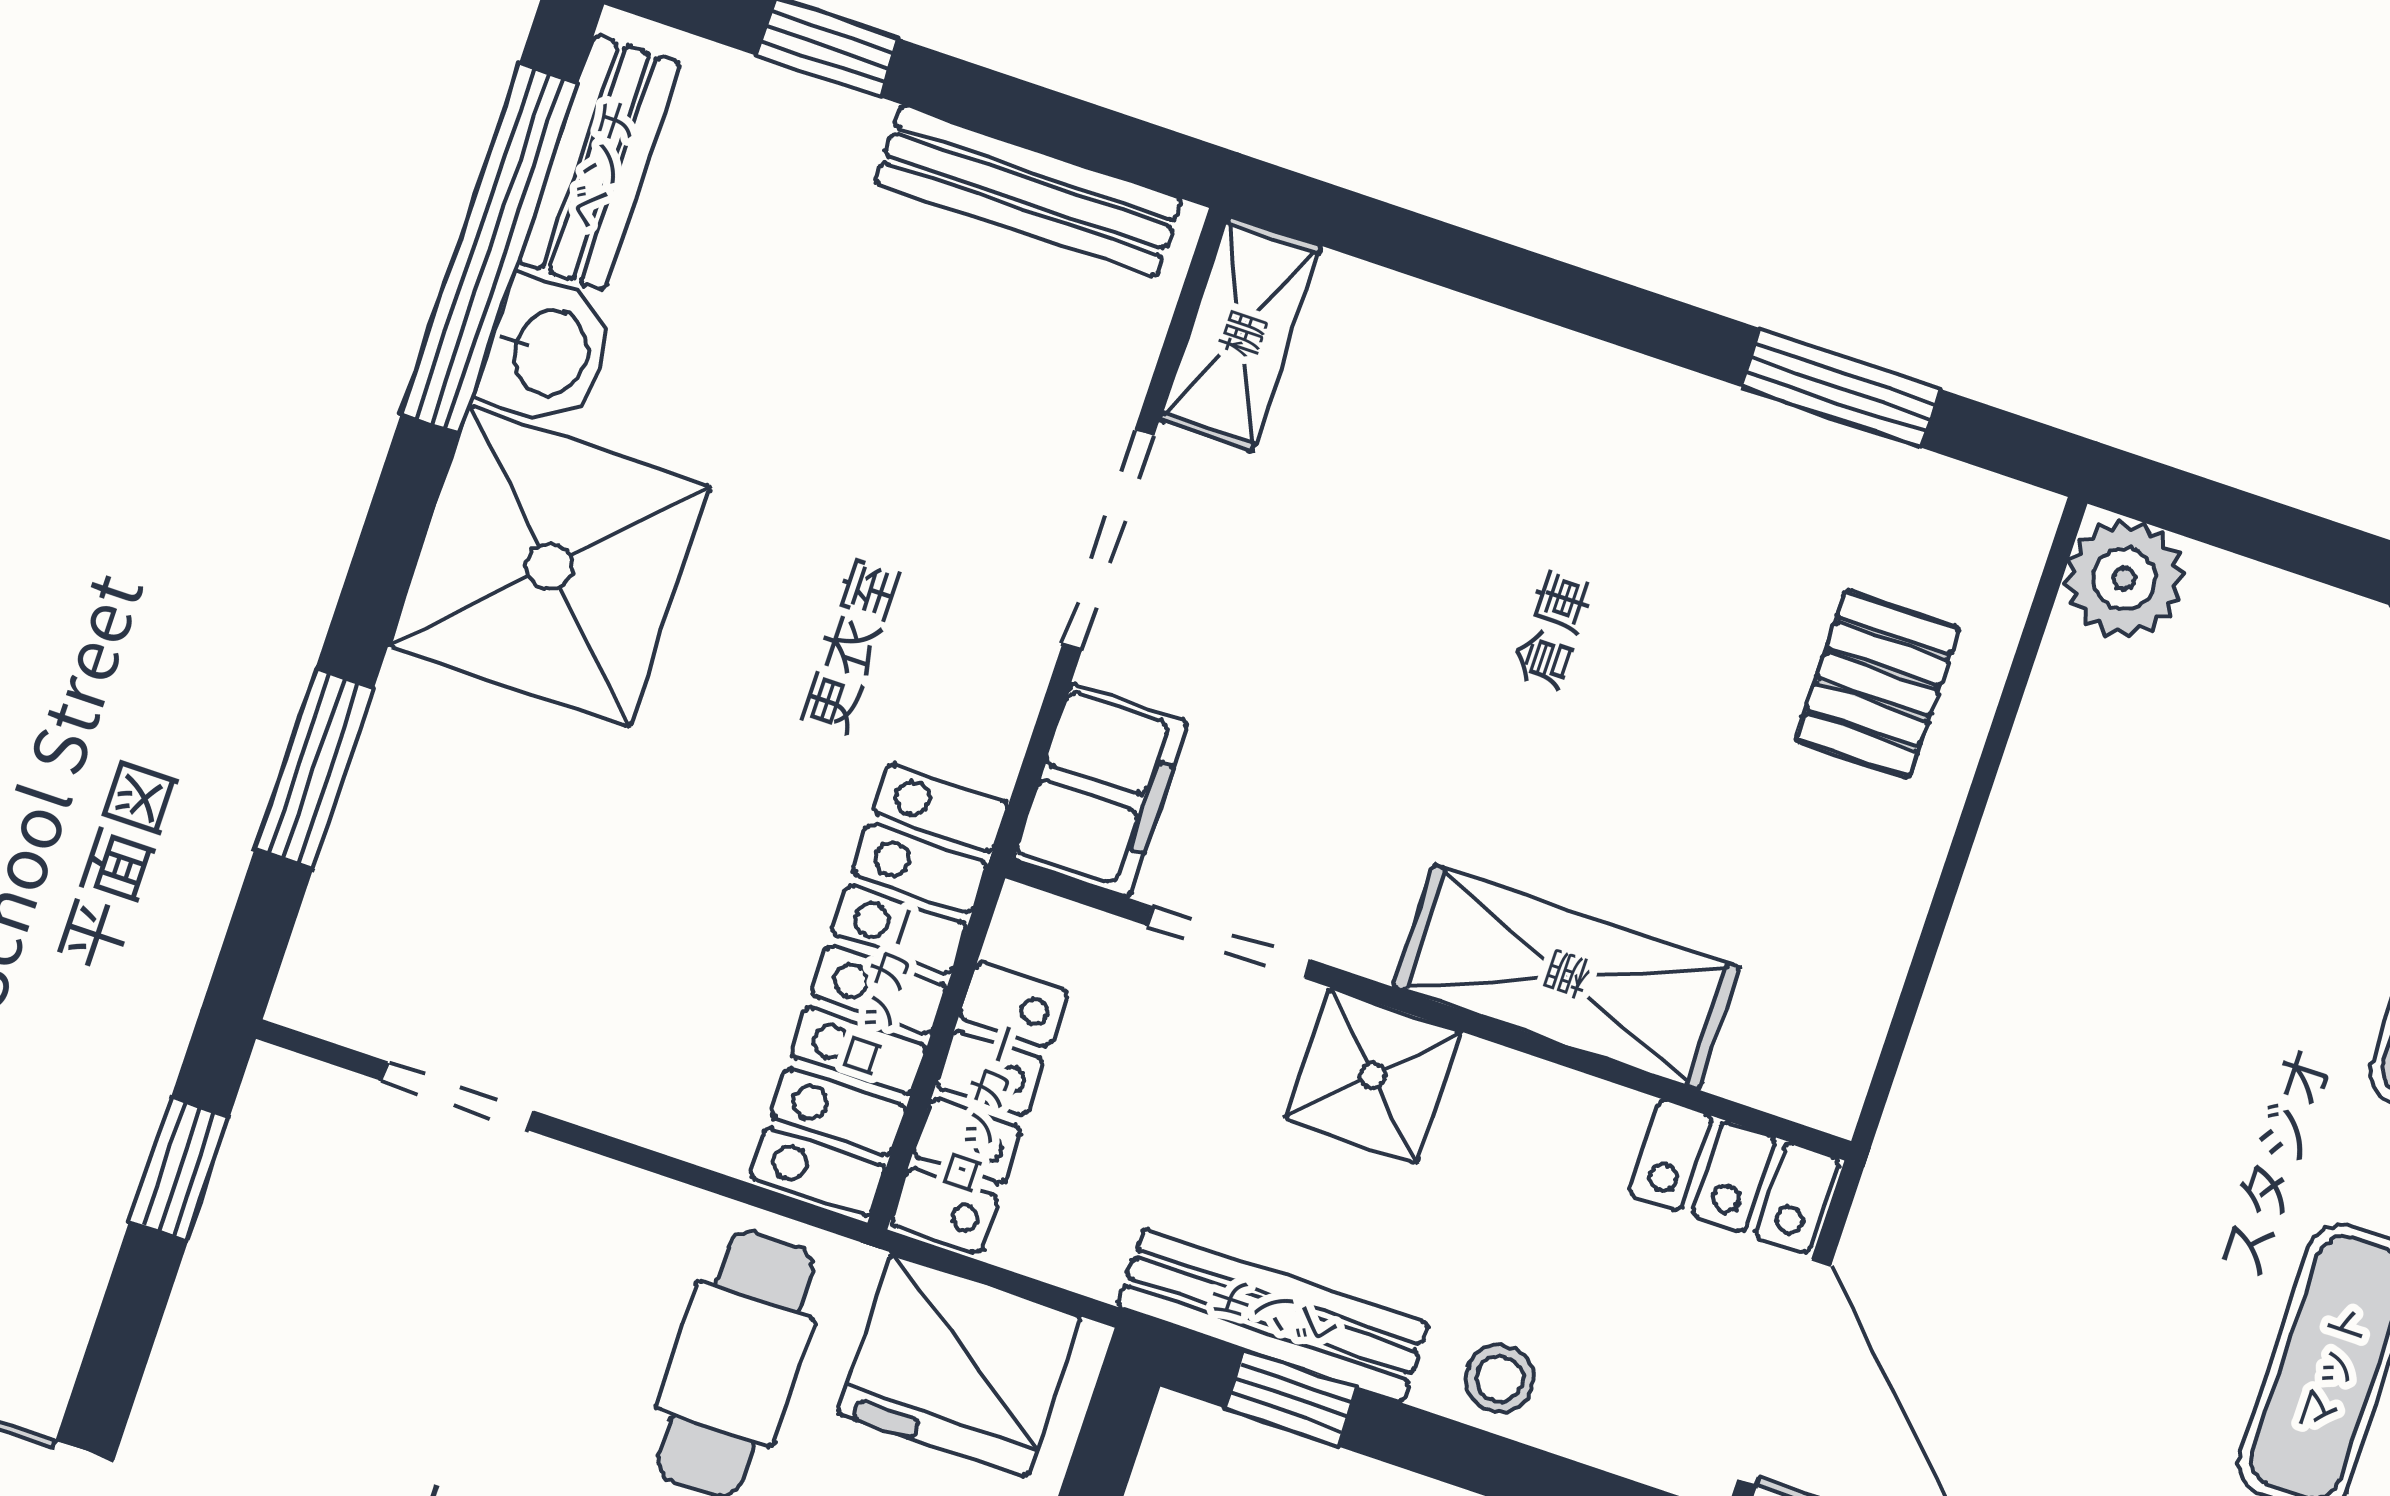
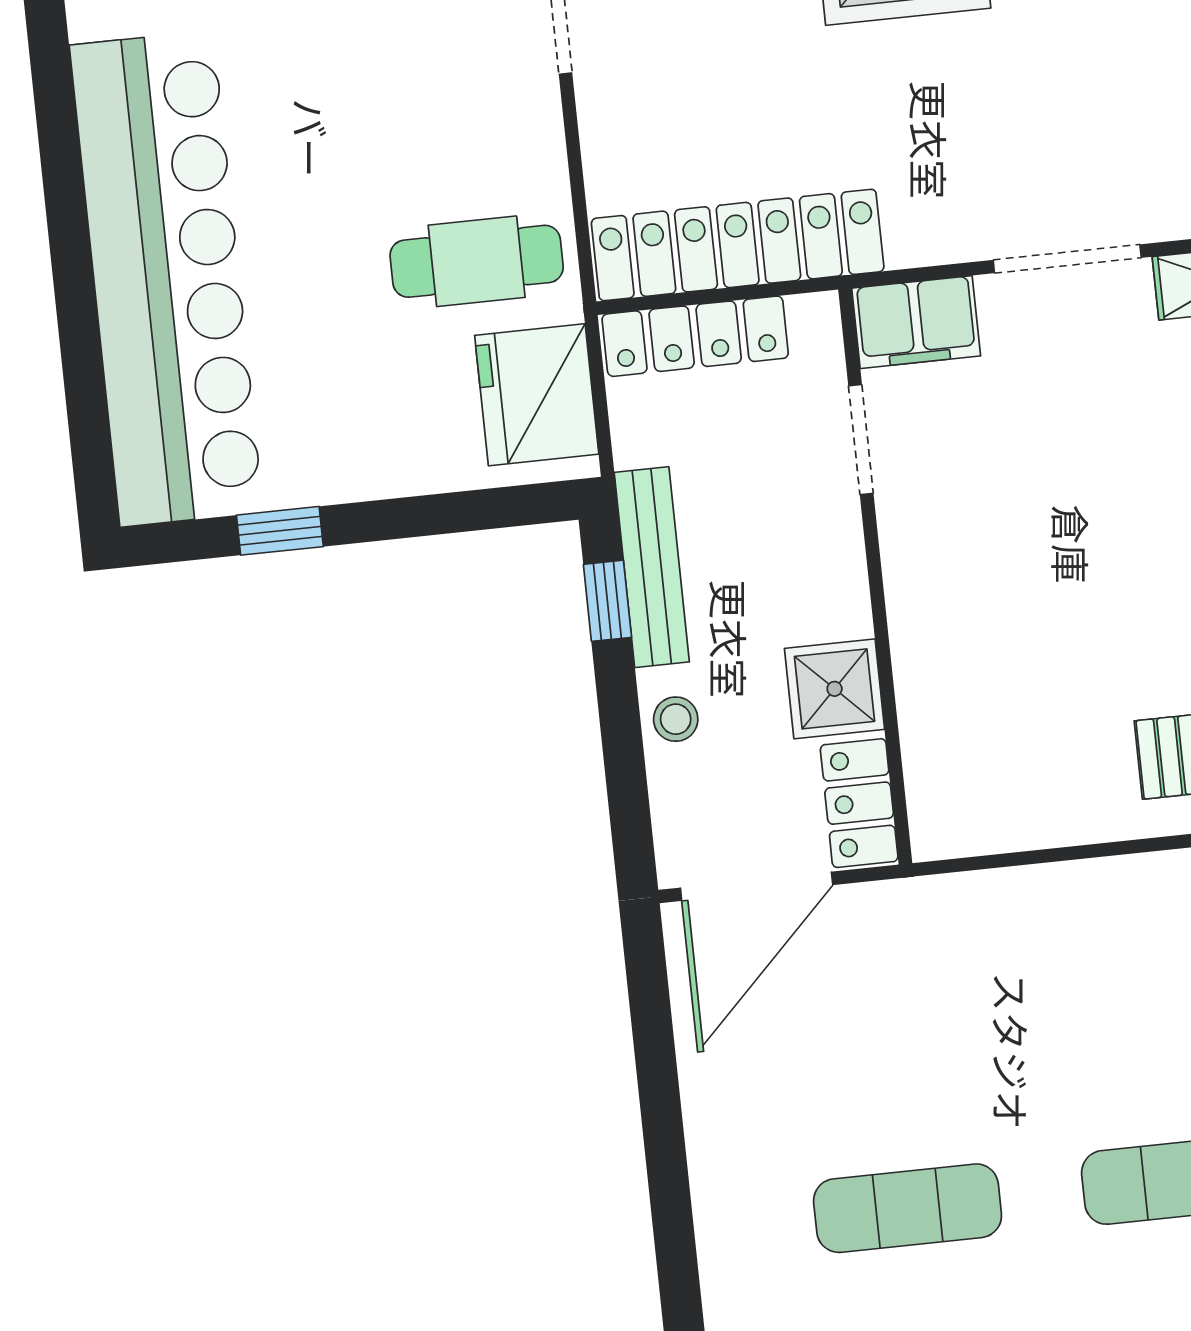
shelving: (1566, 977) -> (932, 649), removed
shower: (1373, 1075) -> (835, 689), moved

